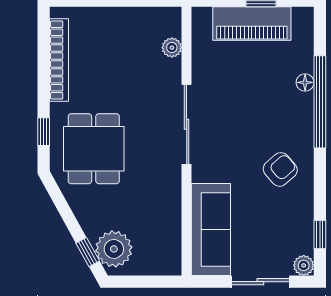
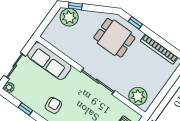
plant: (172, 48) -> (138, 96), width x1.88, depth x1.88
armchair: (280, 169) -> (53, 105), turned -145
window: (320, 234) -> (25, 109), moved

